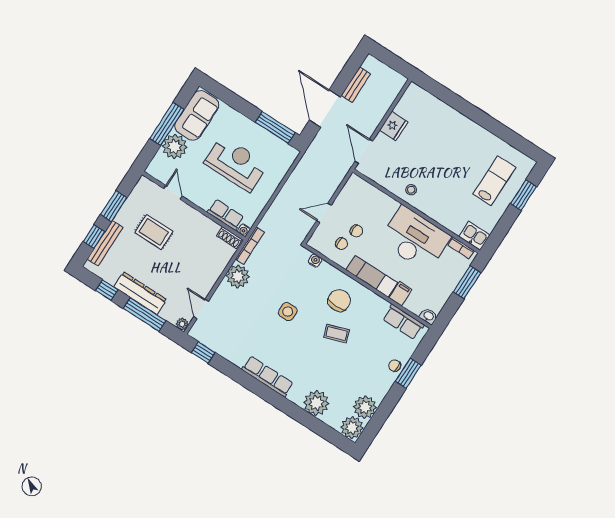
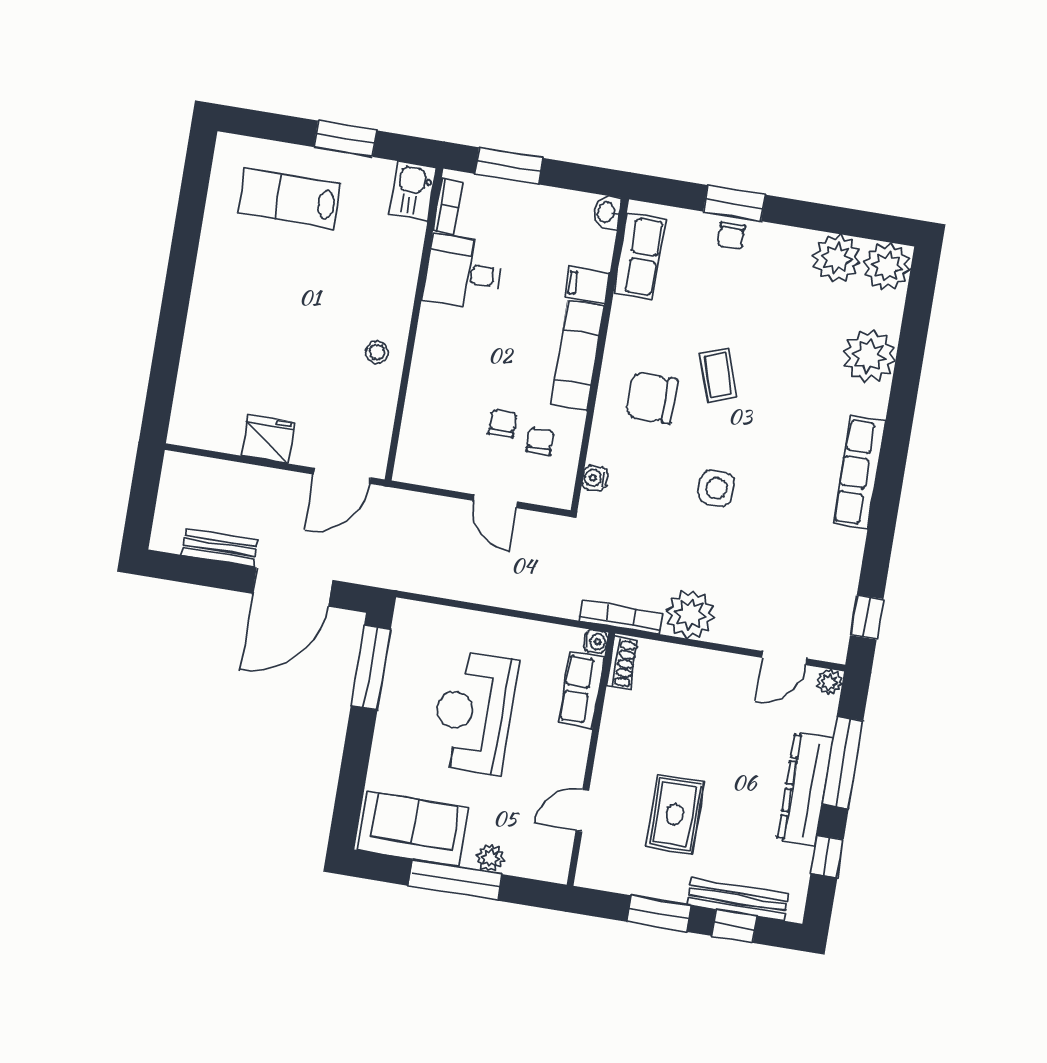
plant: (175, 147) -> (490, 858), width x0.53, depth x0.53
window: (524, 195) -> (345, 139), moved
desk: (415, 239) -> (463, 273), width x0.53, depth x0.77

